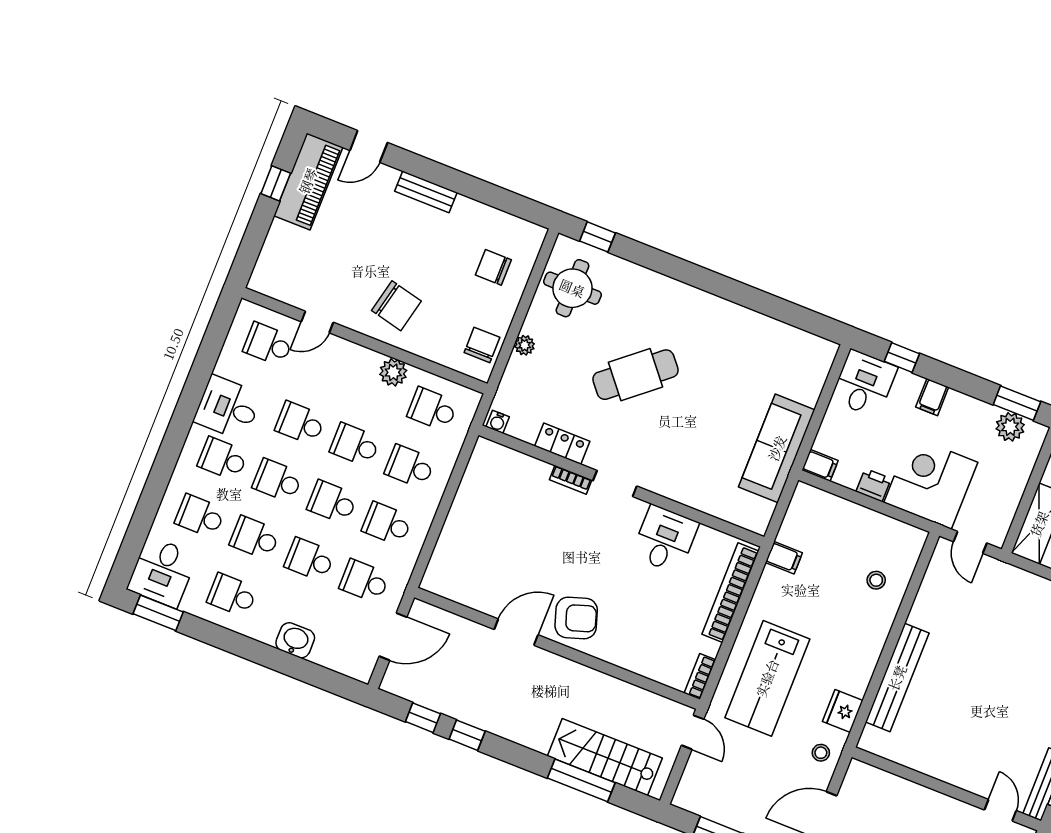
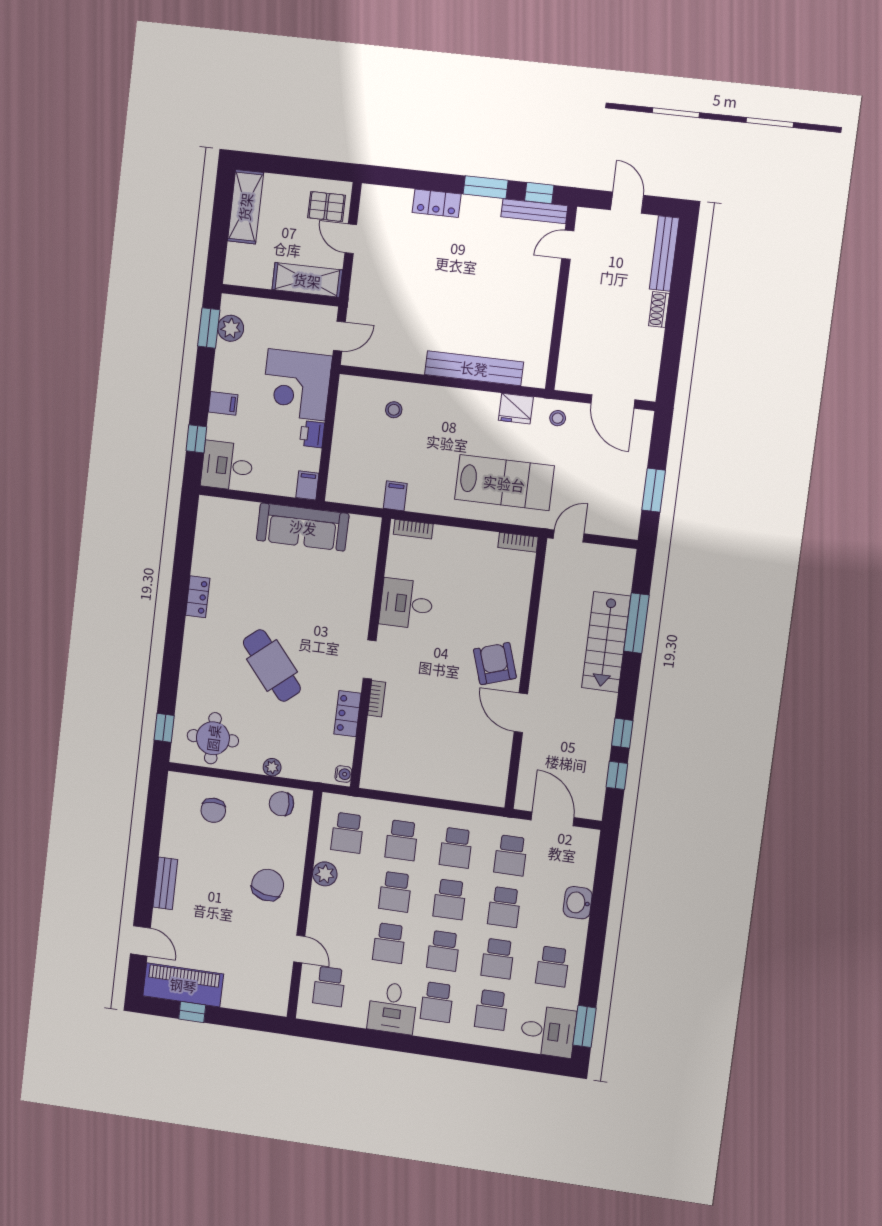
locker: (731, 313) -> (198, 597), added
bookcase: (730, 593) -> (413, 529), width x0.43, depth x0.76
stairs: (605, 757) -> (606, 642), moved

